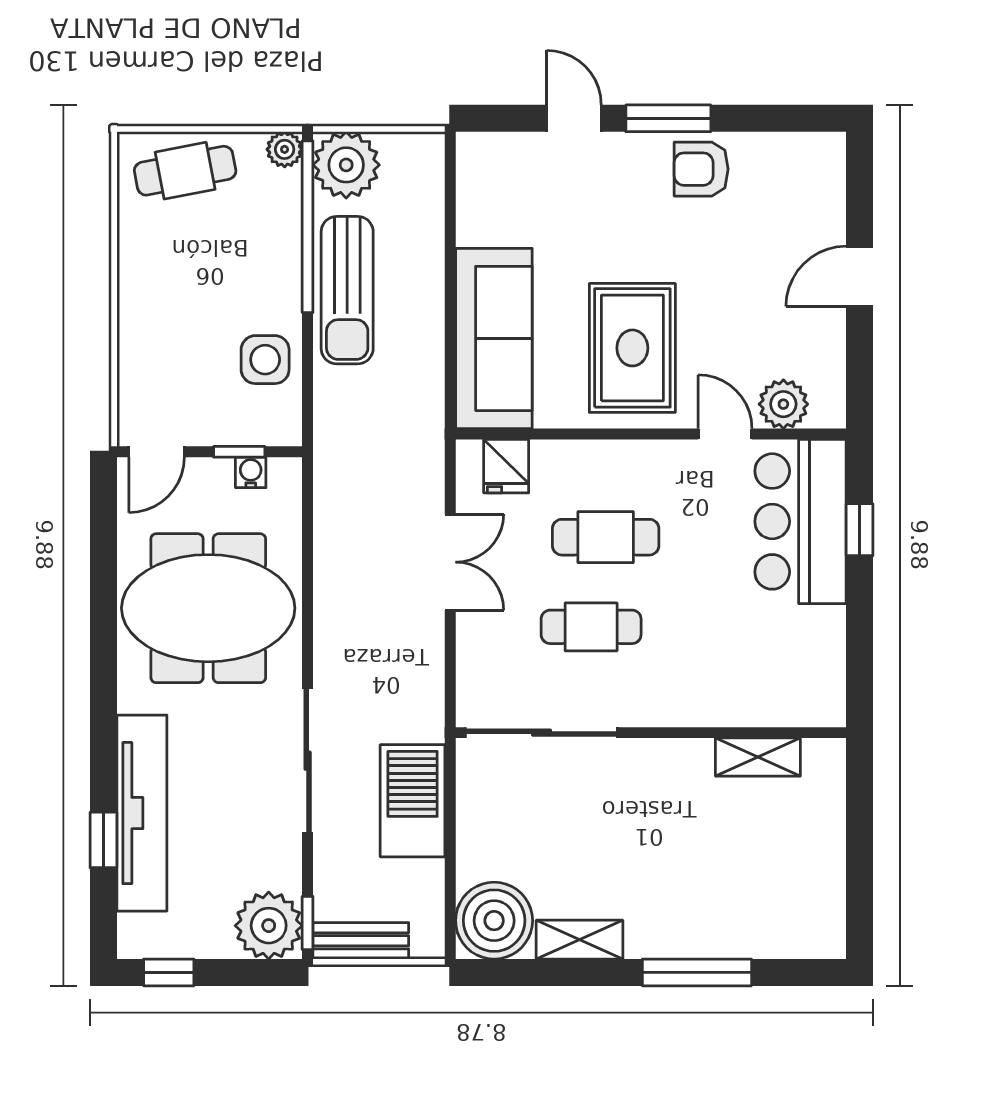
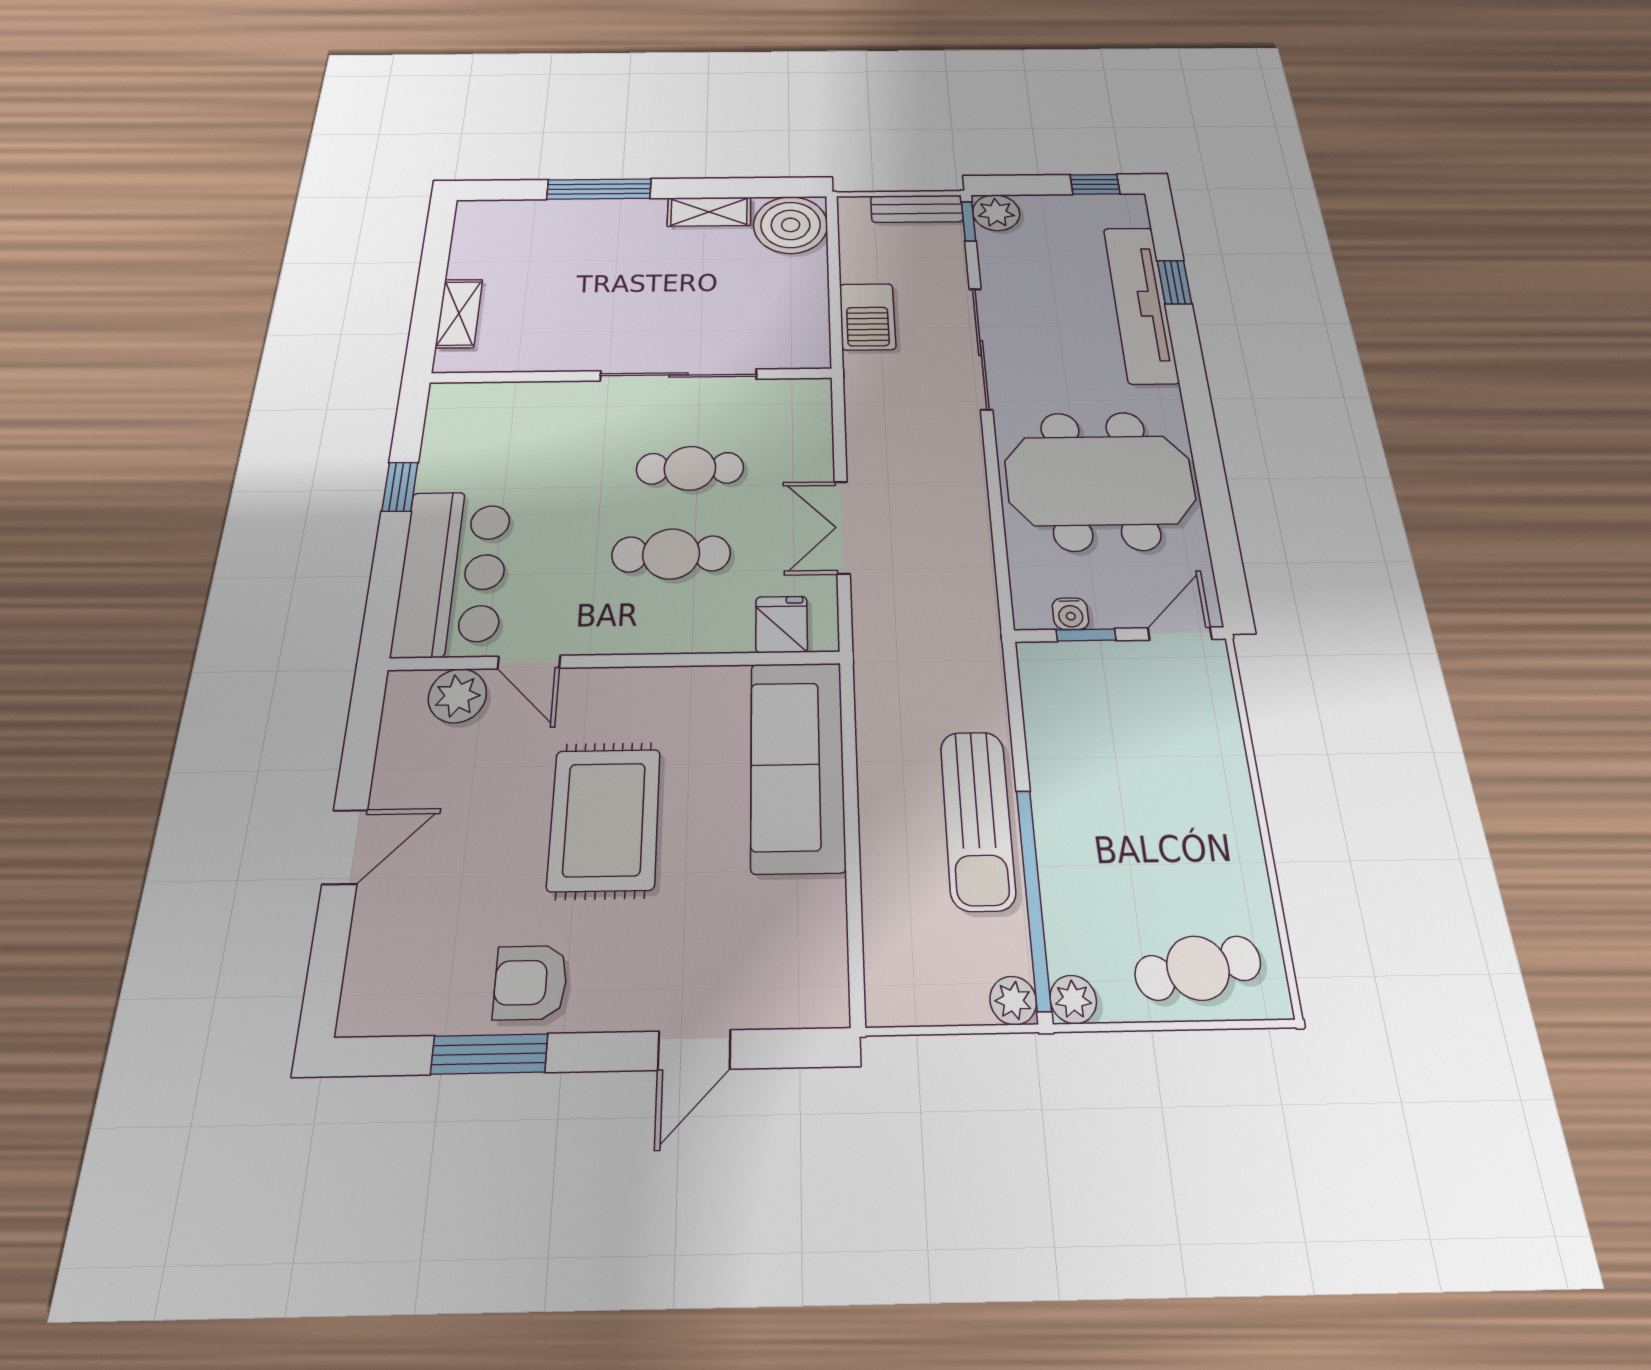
door: (574, 118) -> (694, 1050), hinge flipped
window: (668, 118) -> (489, 1054), moved
plant: (346, 165) -> (1013, 1000), width x0.53, depth x0.53
armchair: (701, 169) -> (530, 982), turned 180
sun lounger: (347, 290) -> (977, 819), turned 180
rug: (632, 348) -> (604, 819), moved
side table: (265, 360) -> (1068, 736), removed
window: (860, 530) -> (400, 487), moved
sliding door: (542, 733) -> (678, 375), moved
shelving: (758, 757) -> (459, 313), moved, turned 90
barbecue: (413, 801) -> (867, 317), width x0.73, depth x0.83
plant: (269, 926) -> (996, 213), width x0.73, depth x0.73

